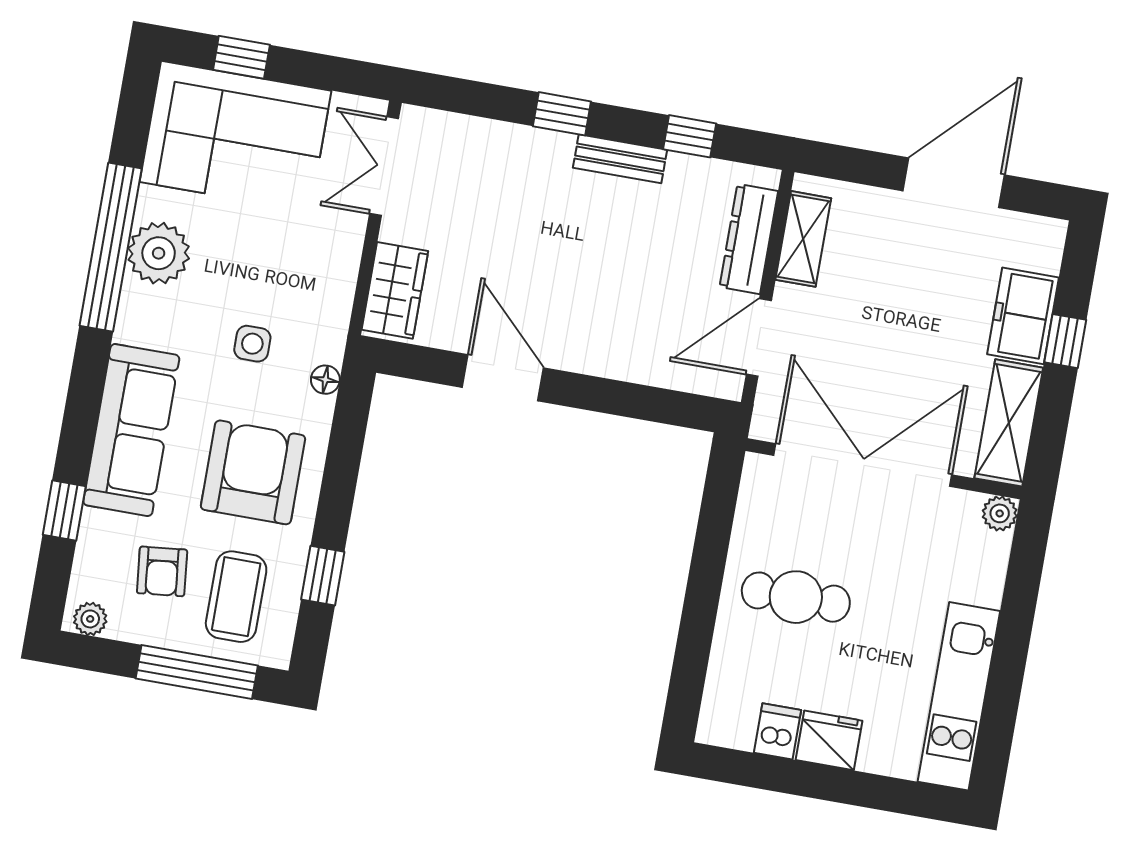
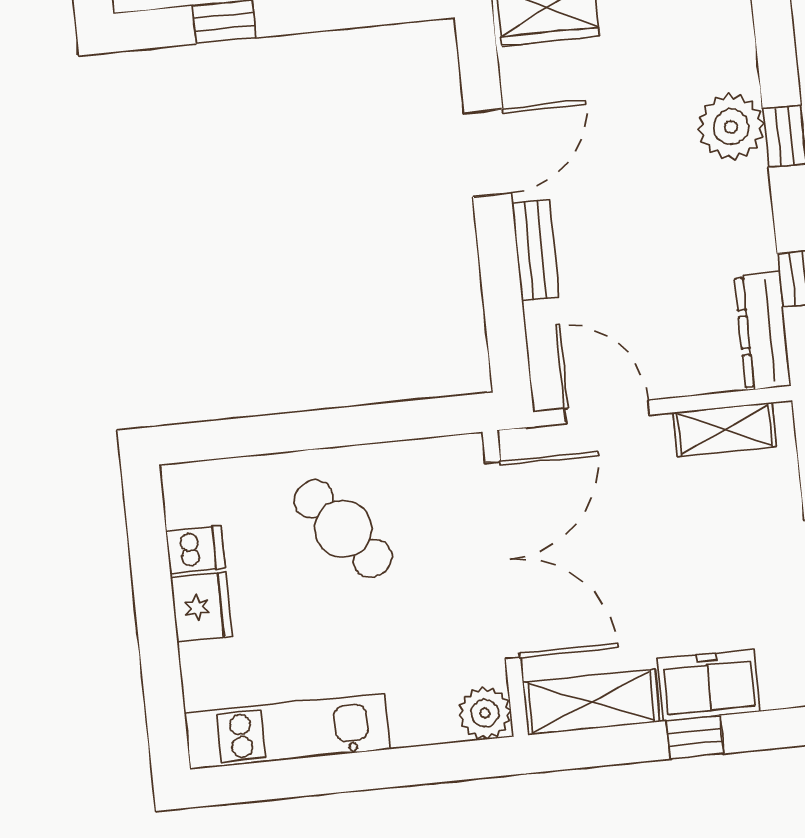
plant: (540, 158) -> (731, 127), added
bench: (620, 159) -> (535, 250), moved
dresser: (749, 239) -> (763, 331), moved, turned -90
plant: (1000, 513) -> (485, 713), width x1.38, depth x1.38
cafe table: (796, 597) -> (343, 529), turned -39

